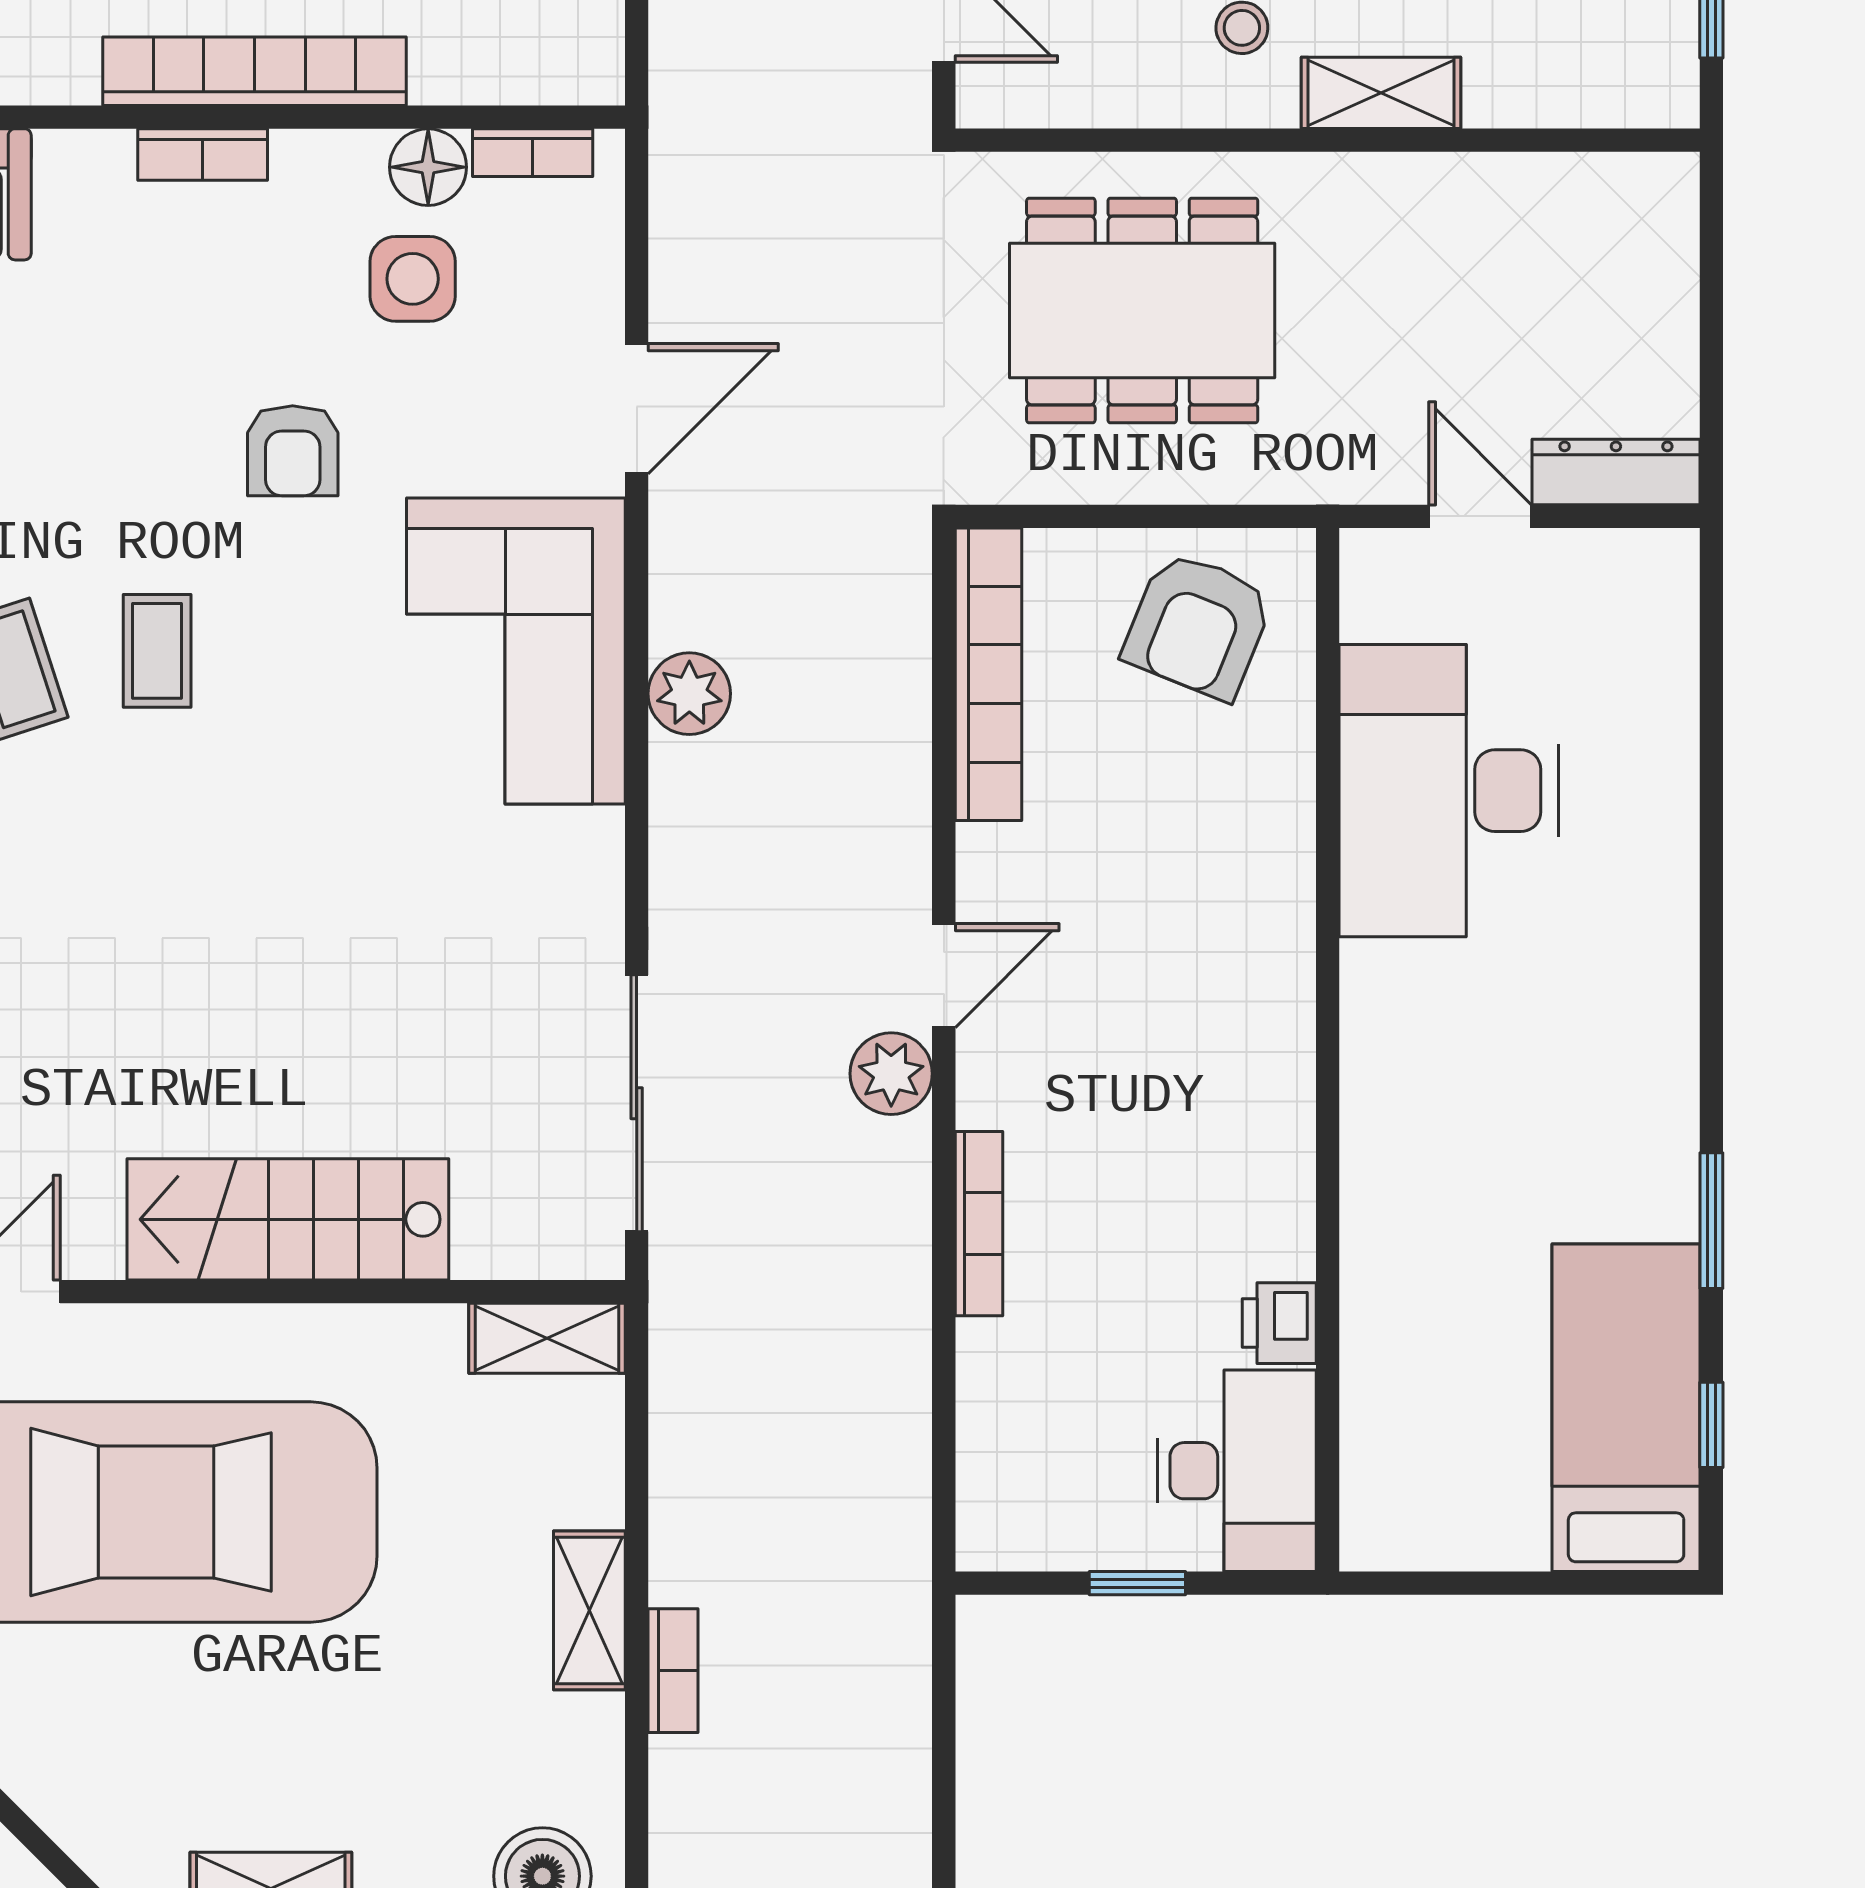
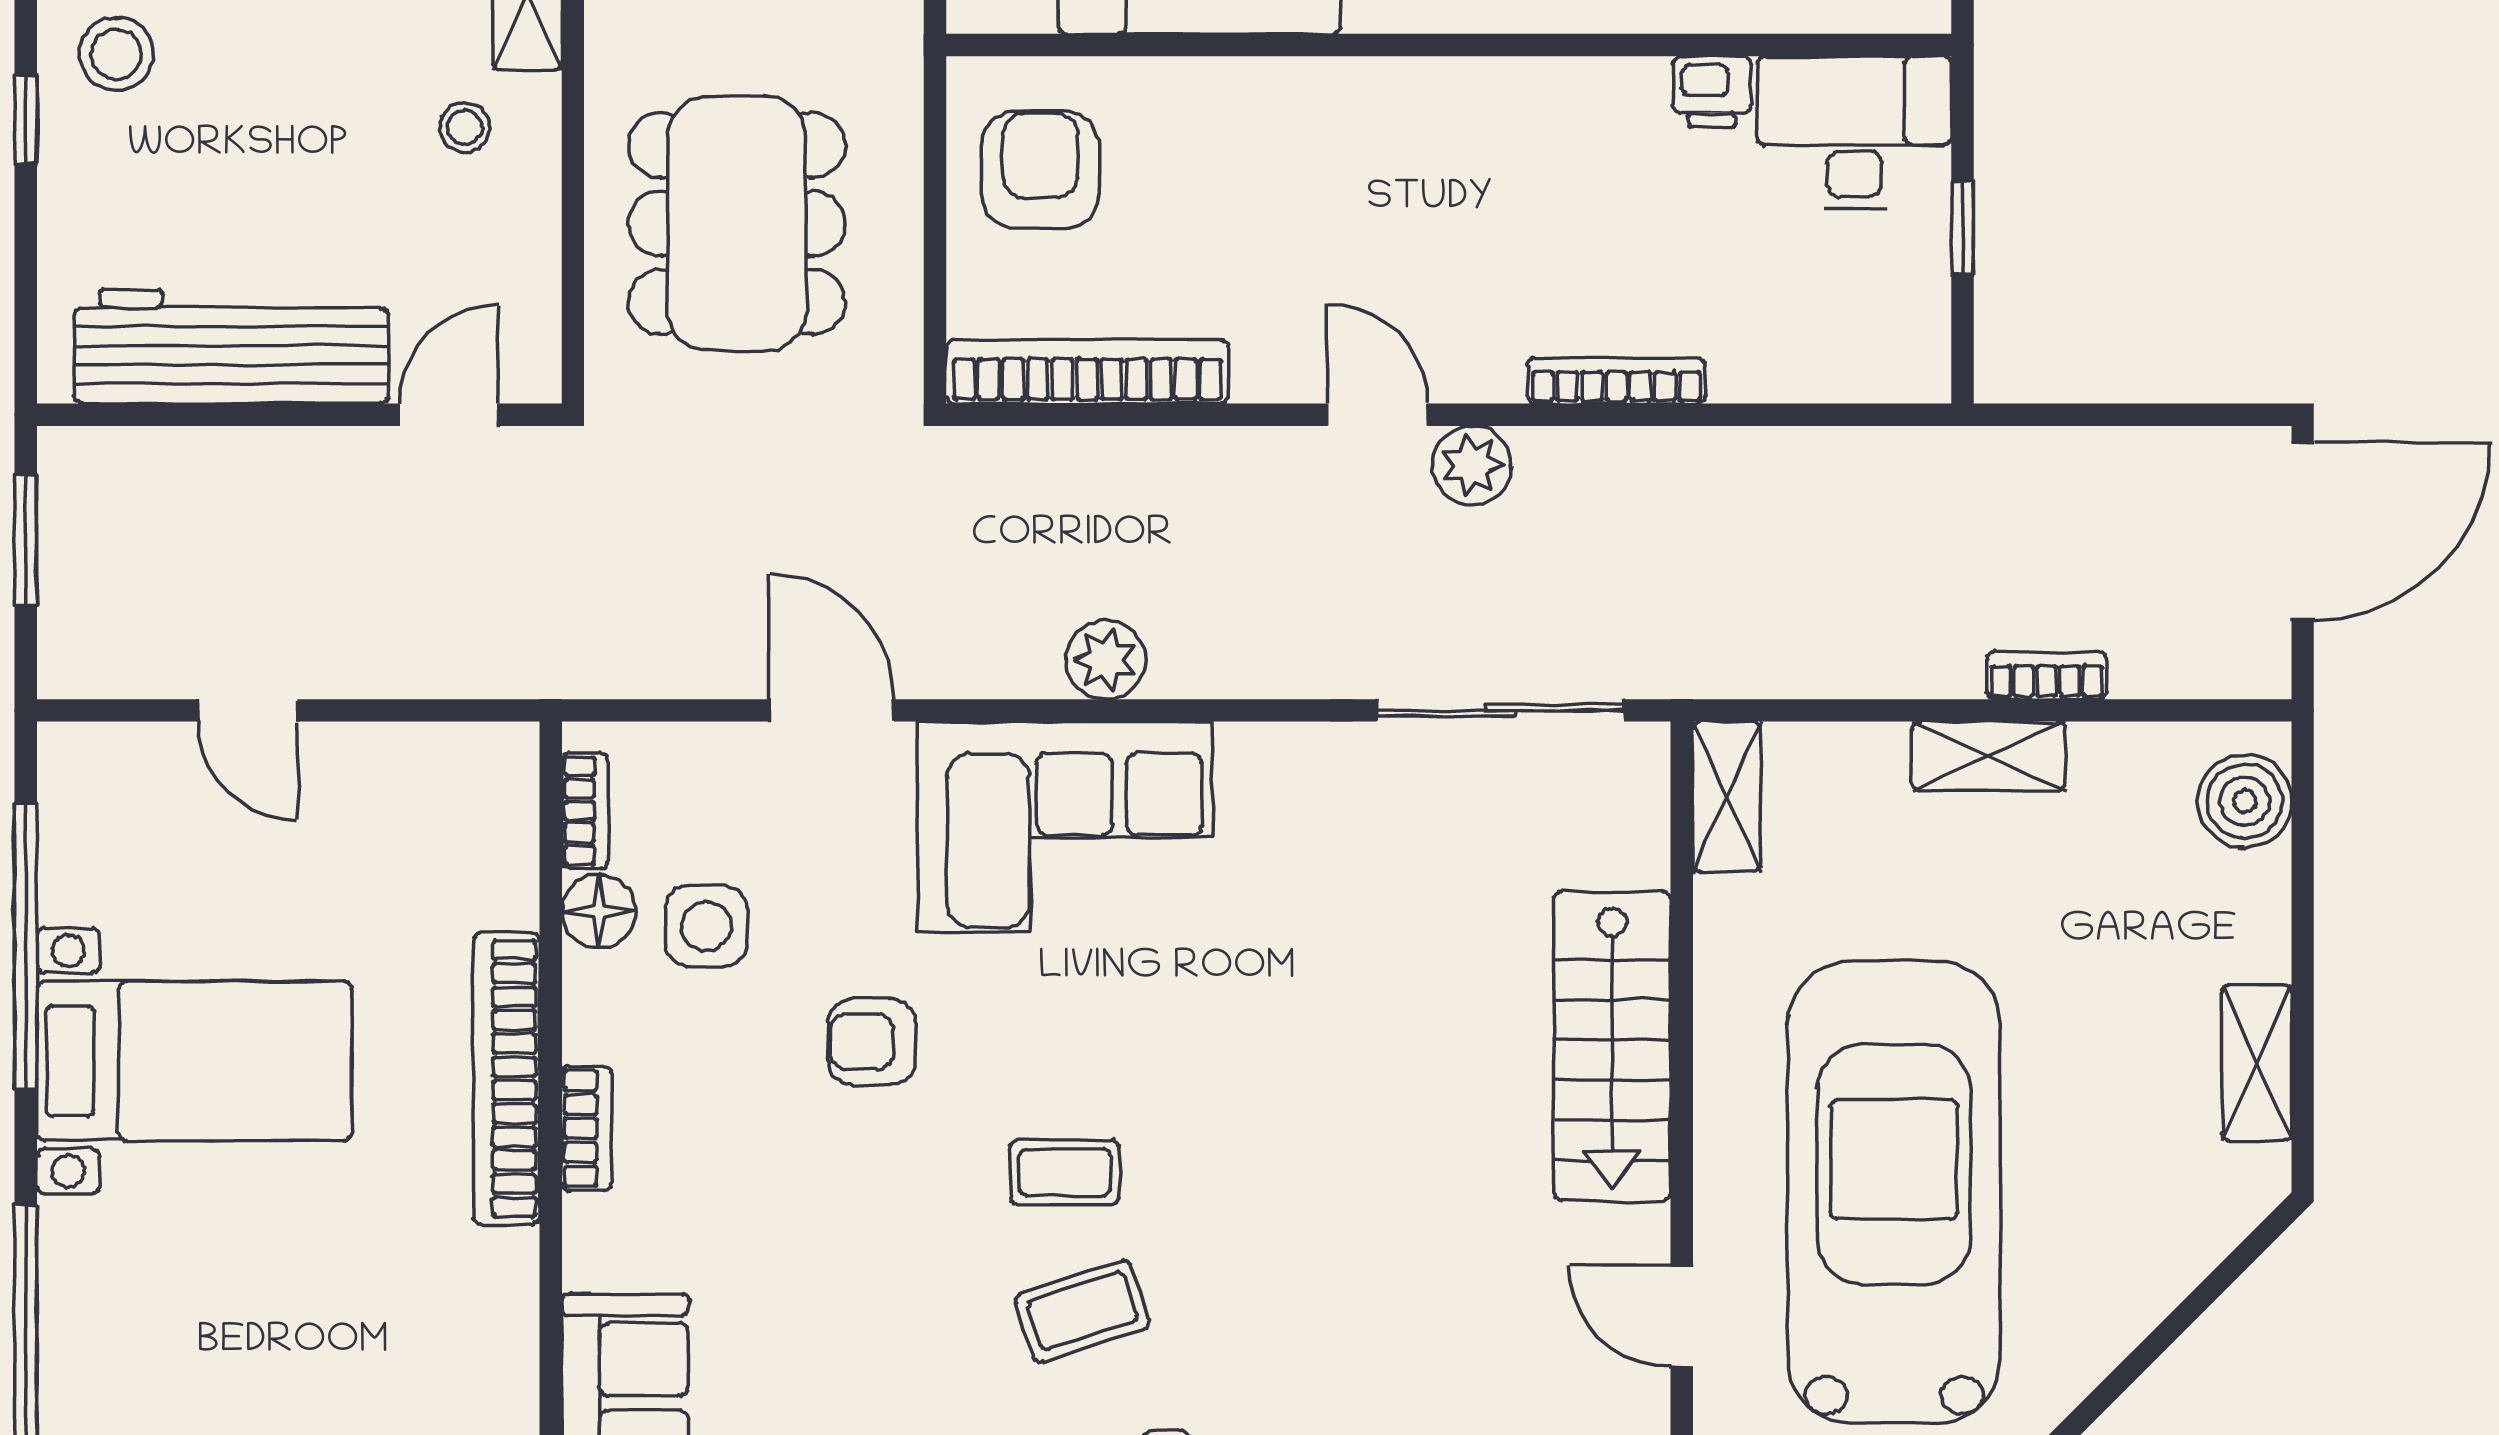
armchair: (293, 451) -> (872, 1042), turned 180
armchair: (1198, 625) -> (1040, 170), turned -112

